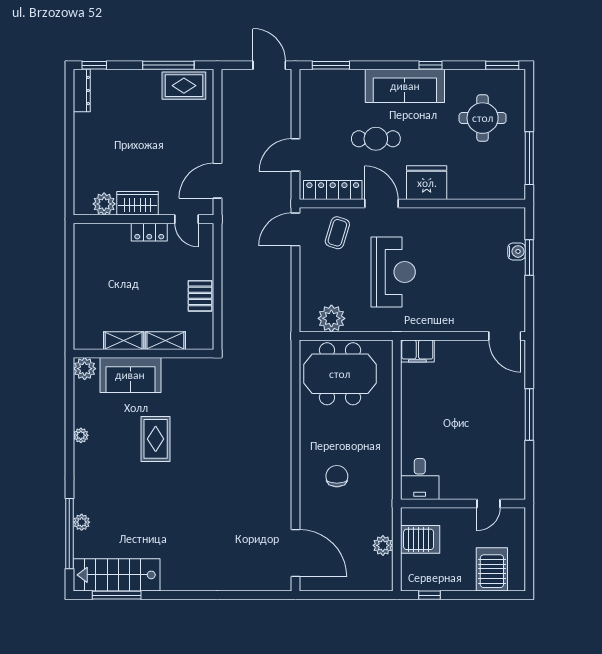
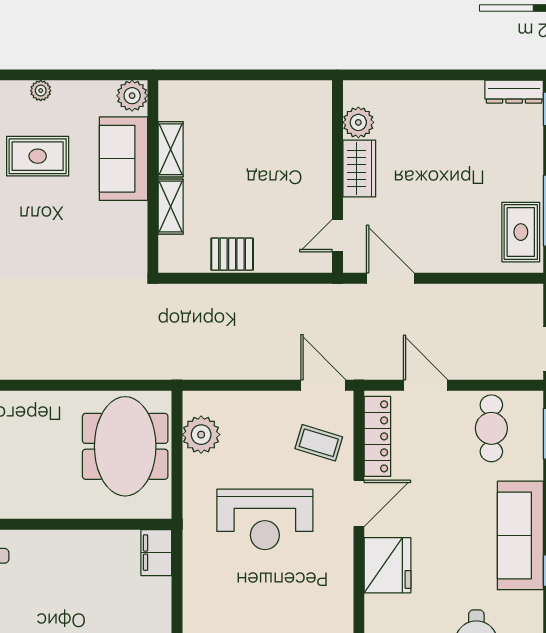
cafe table: (376, 139) -> (491, 428), moved
locker: (149, 232) -> (320, 184), removed
rug: (156, 439) -> (38, 156), moved

